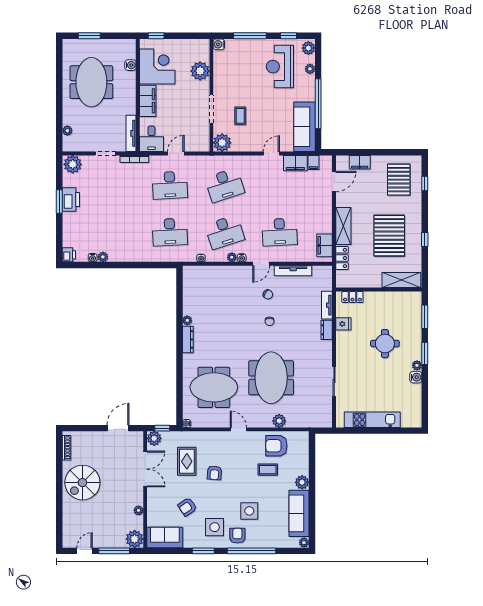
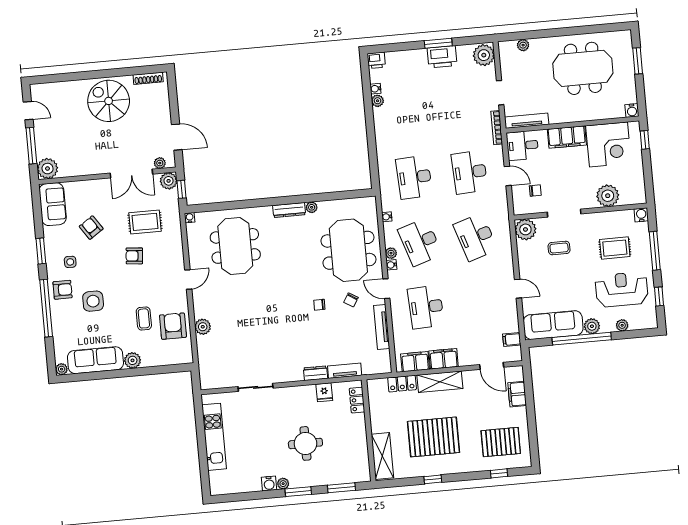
plant: (308, 48) -> (592, 326), moved
water cooler: (130, 65) -> (632, 110), moved
rug: (245, 69) -> (615, 248), added
chair: (190, 131) -> (535, 191), added
filing cabinet: (295, 163) -> (444, 359), moved, turned 90
meeting table: (271, 378) -> (348, 250), moved, turned 90
plant: (139, 510) -> (160, 163), moved
side table: (215, 527) -> (70, 262), width x0.54, depth x0.54

